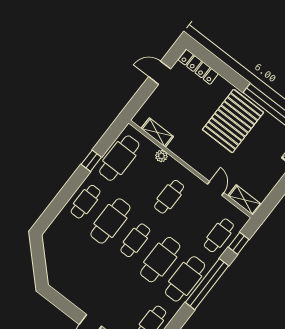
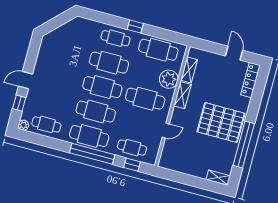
plant: (161, 156) -> (169, 79), width x1.87, depth x1.87
window: (91, 161) -> (135, 27), moved
cafe table: (169, 197) -> (145, 99), width x1.37, depth x1.35
shelving: (245, 200) -> (182, 95), moved
cafe table: (135, 240) -> (102, 87), width x1.37, depth x1.35

